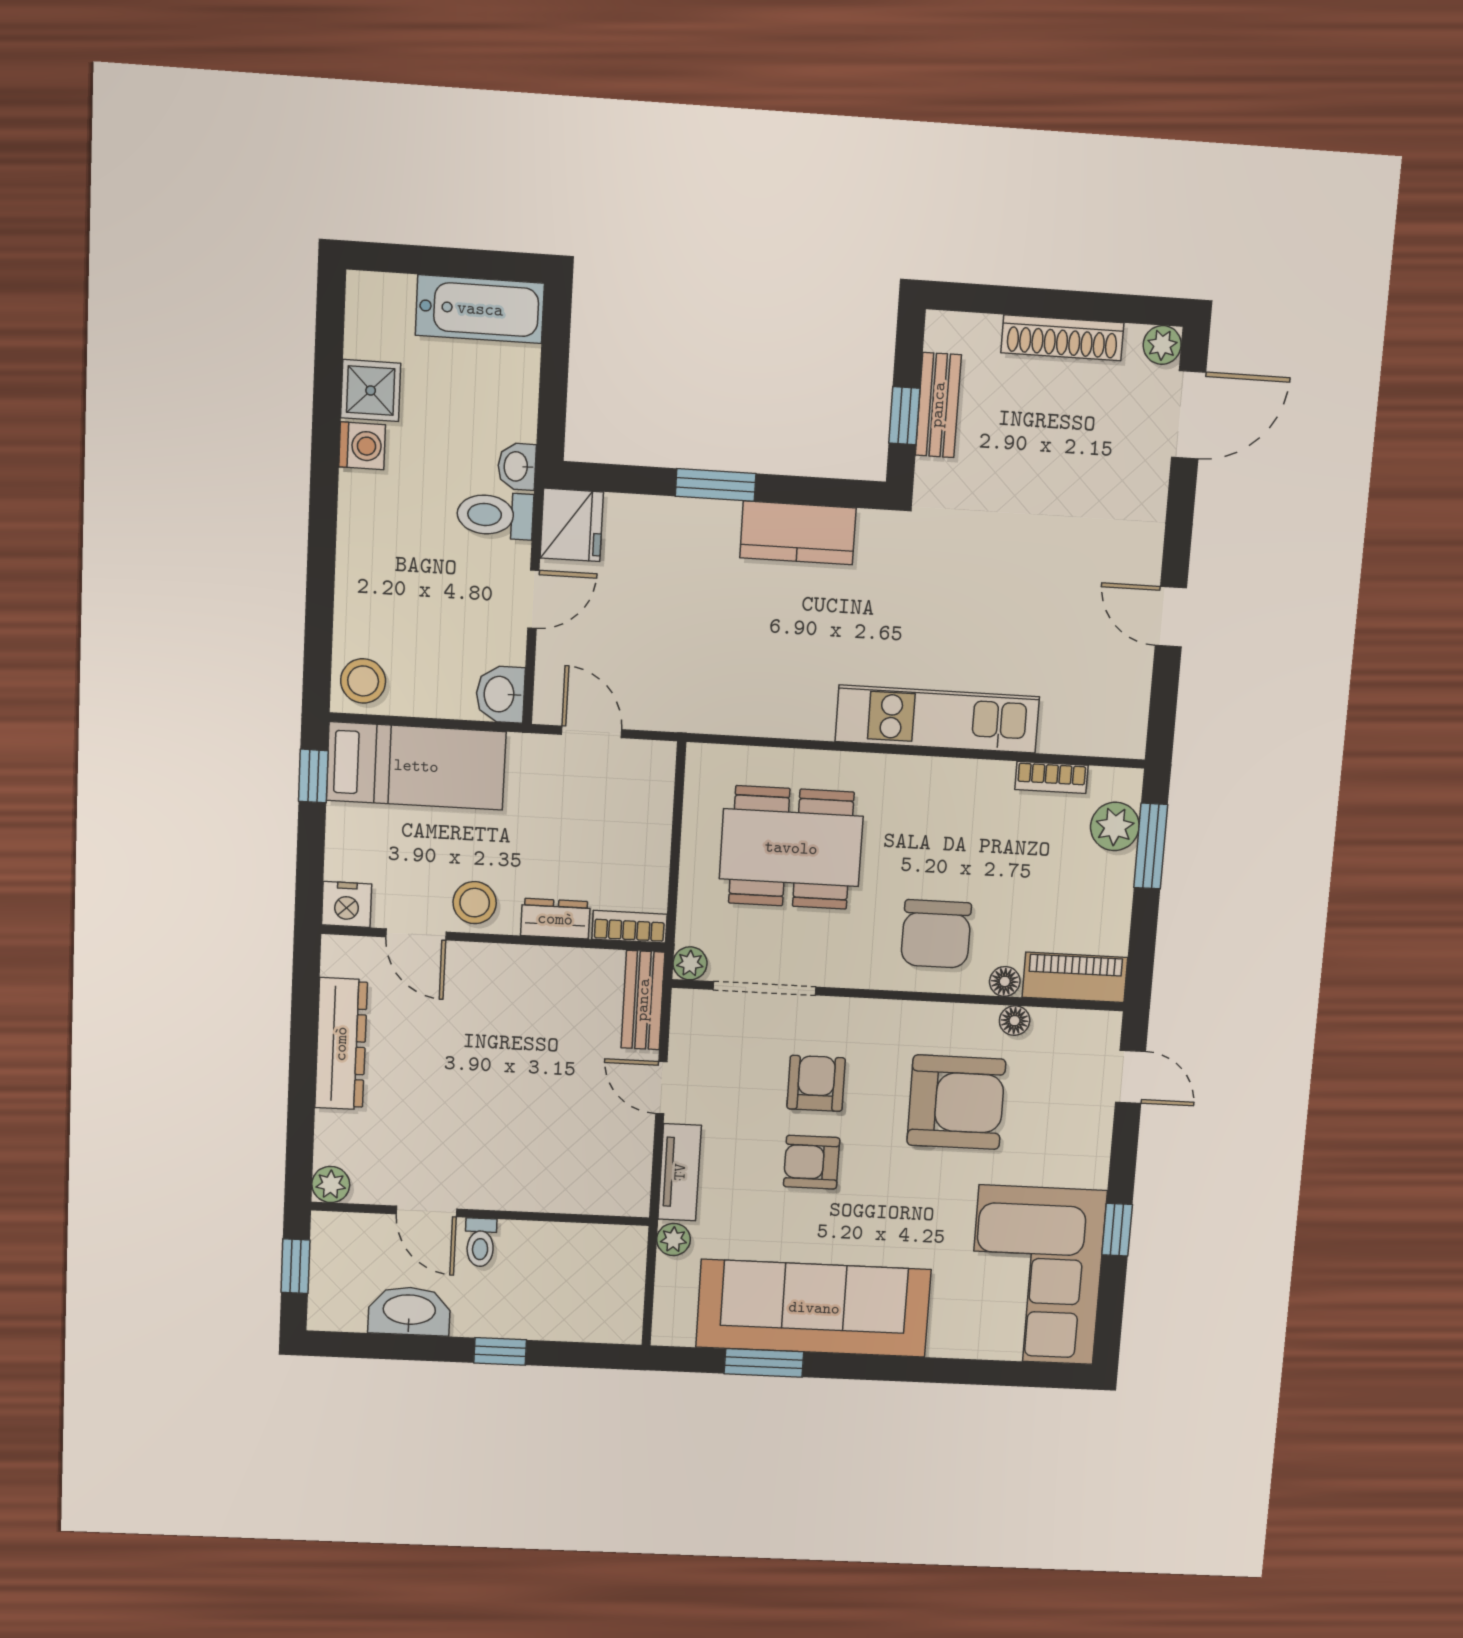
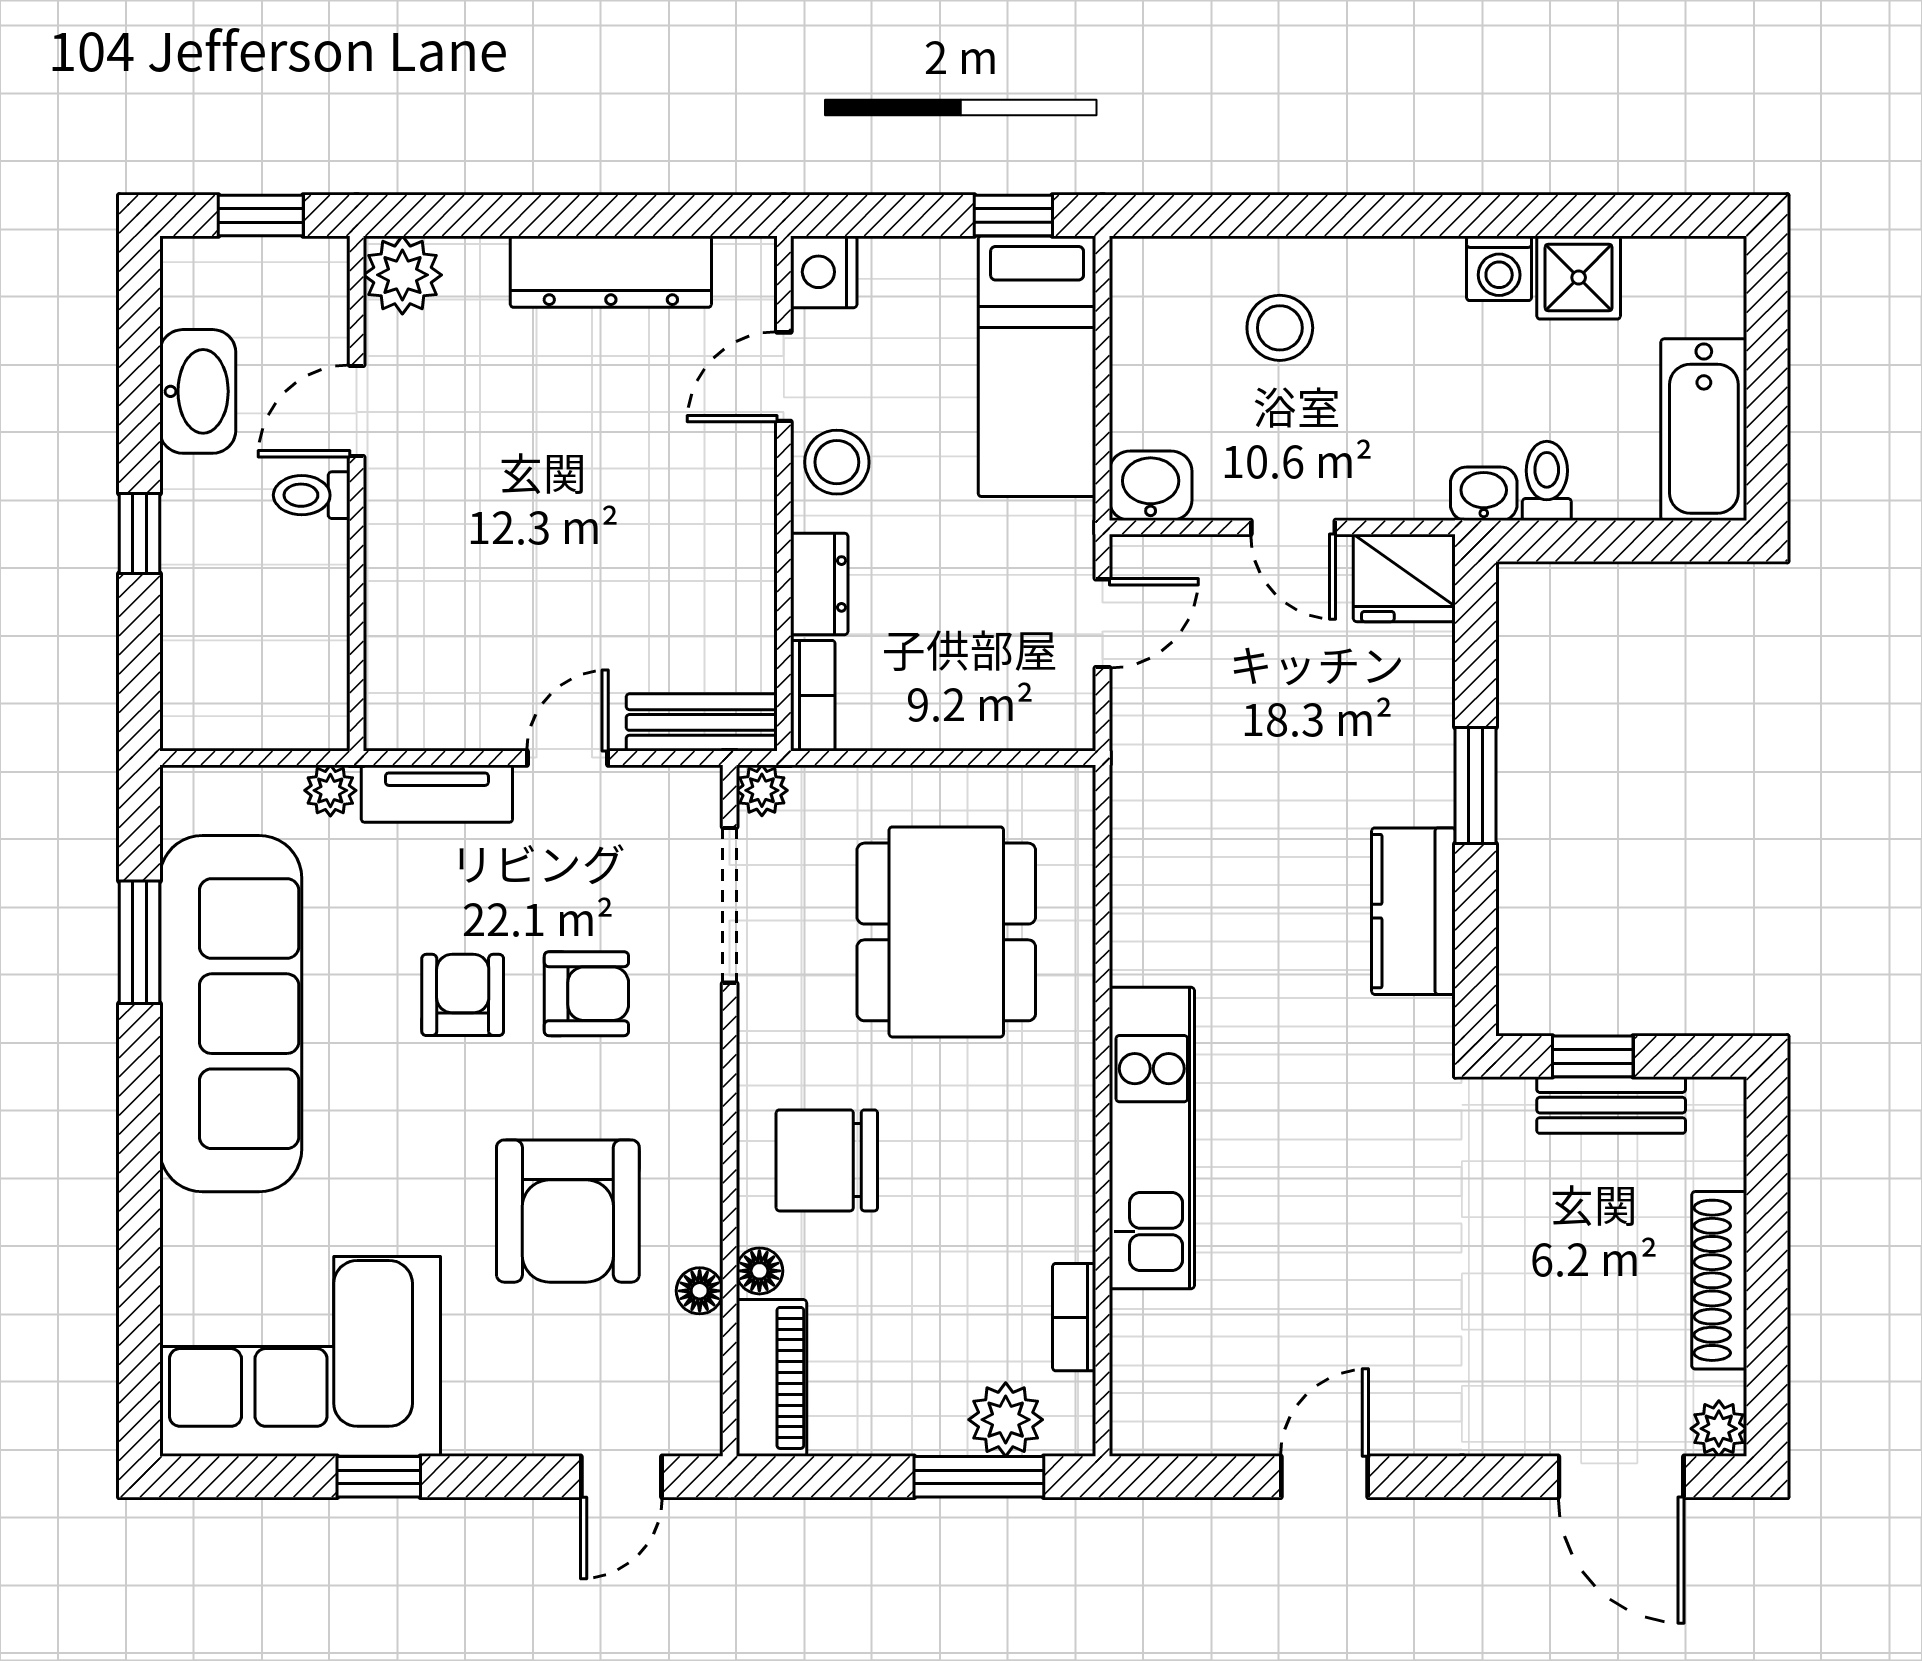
toilet: (495, 515) -> (1547, 481), moved, width x0.73, depth x0.72
stool: (363, 681) -> (1280, 328), moved
plant: (331, 1184) -> (402, 275), width x1.38, depth x1.38

